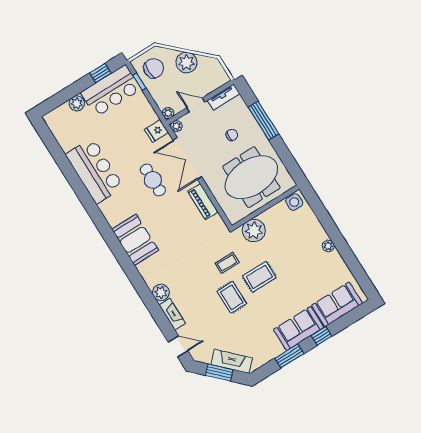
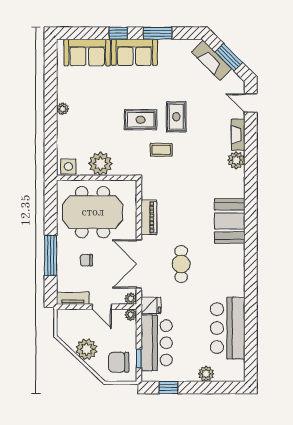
bar counter: (111, 91) -> (157, 343), moved, turned 90
double door: (187, 159) -> (139, 264), swing flipped
bar counter: (95, 171) -> (228, 328), moved
plant: (254, 230) -> (100, 164), moved

